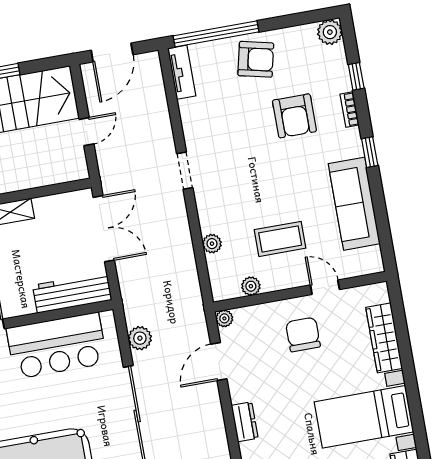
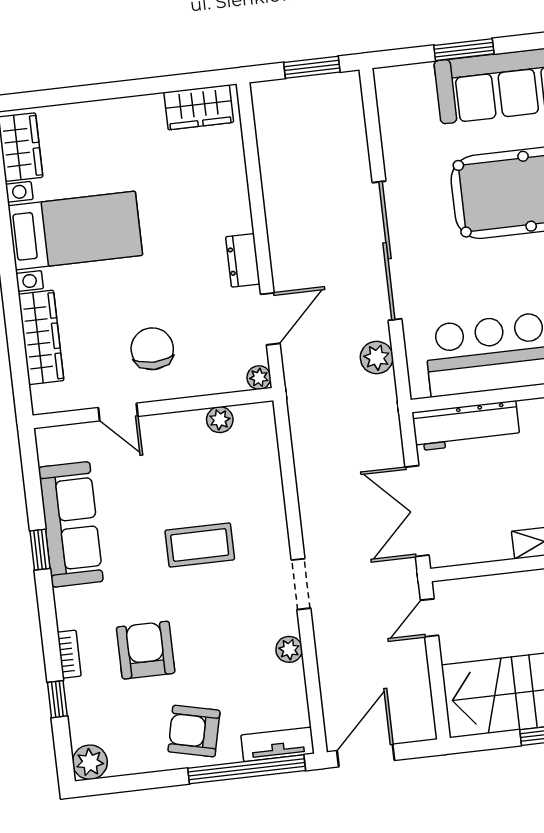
door: (112, 52) -> (366, 756), moved
tv unit: (182, 72) -> (278, 744), moved, turned 90
door: (87, 132) -> (429, 618), moved
window: (370, 152) -> (40, 550), moved
coffee table: (280, 239) -> (200, 545), moved
plant: (212, 244) -> (289, 649), moved
chair: (303, 335) -> (152, 349), turned 180
dresser: (245, 422) -> (243, 260), moved

